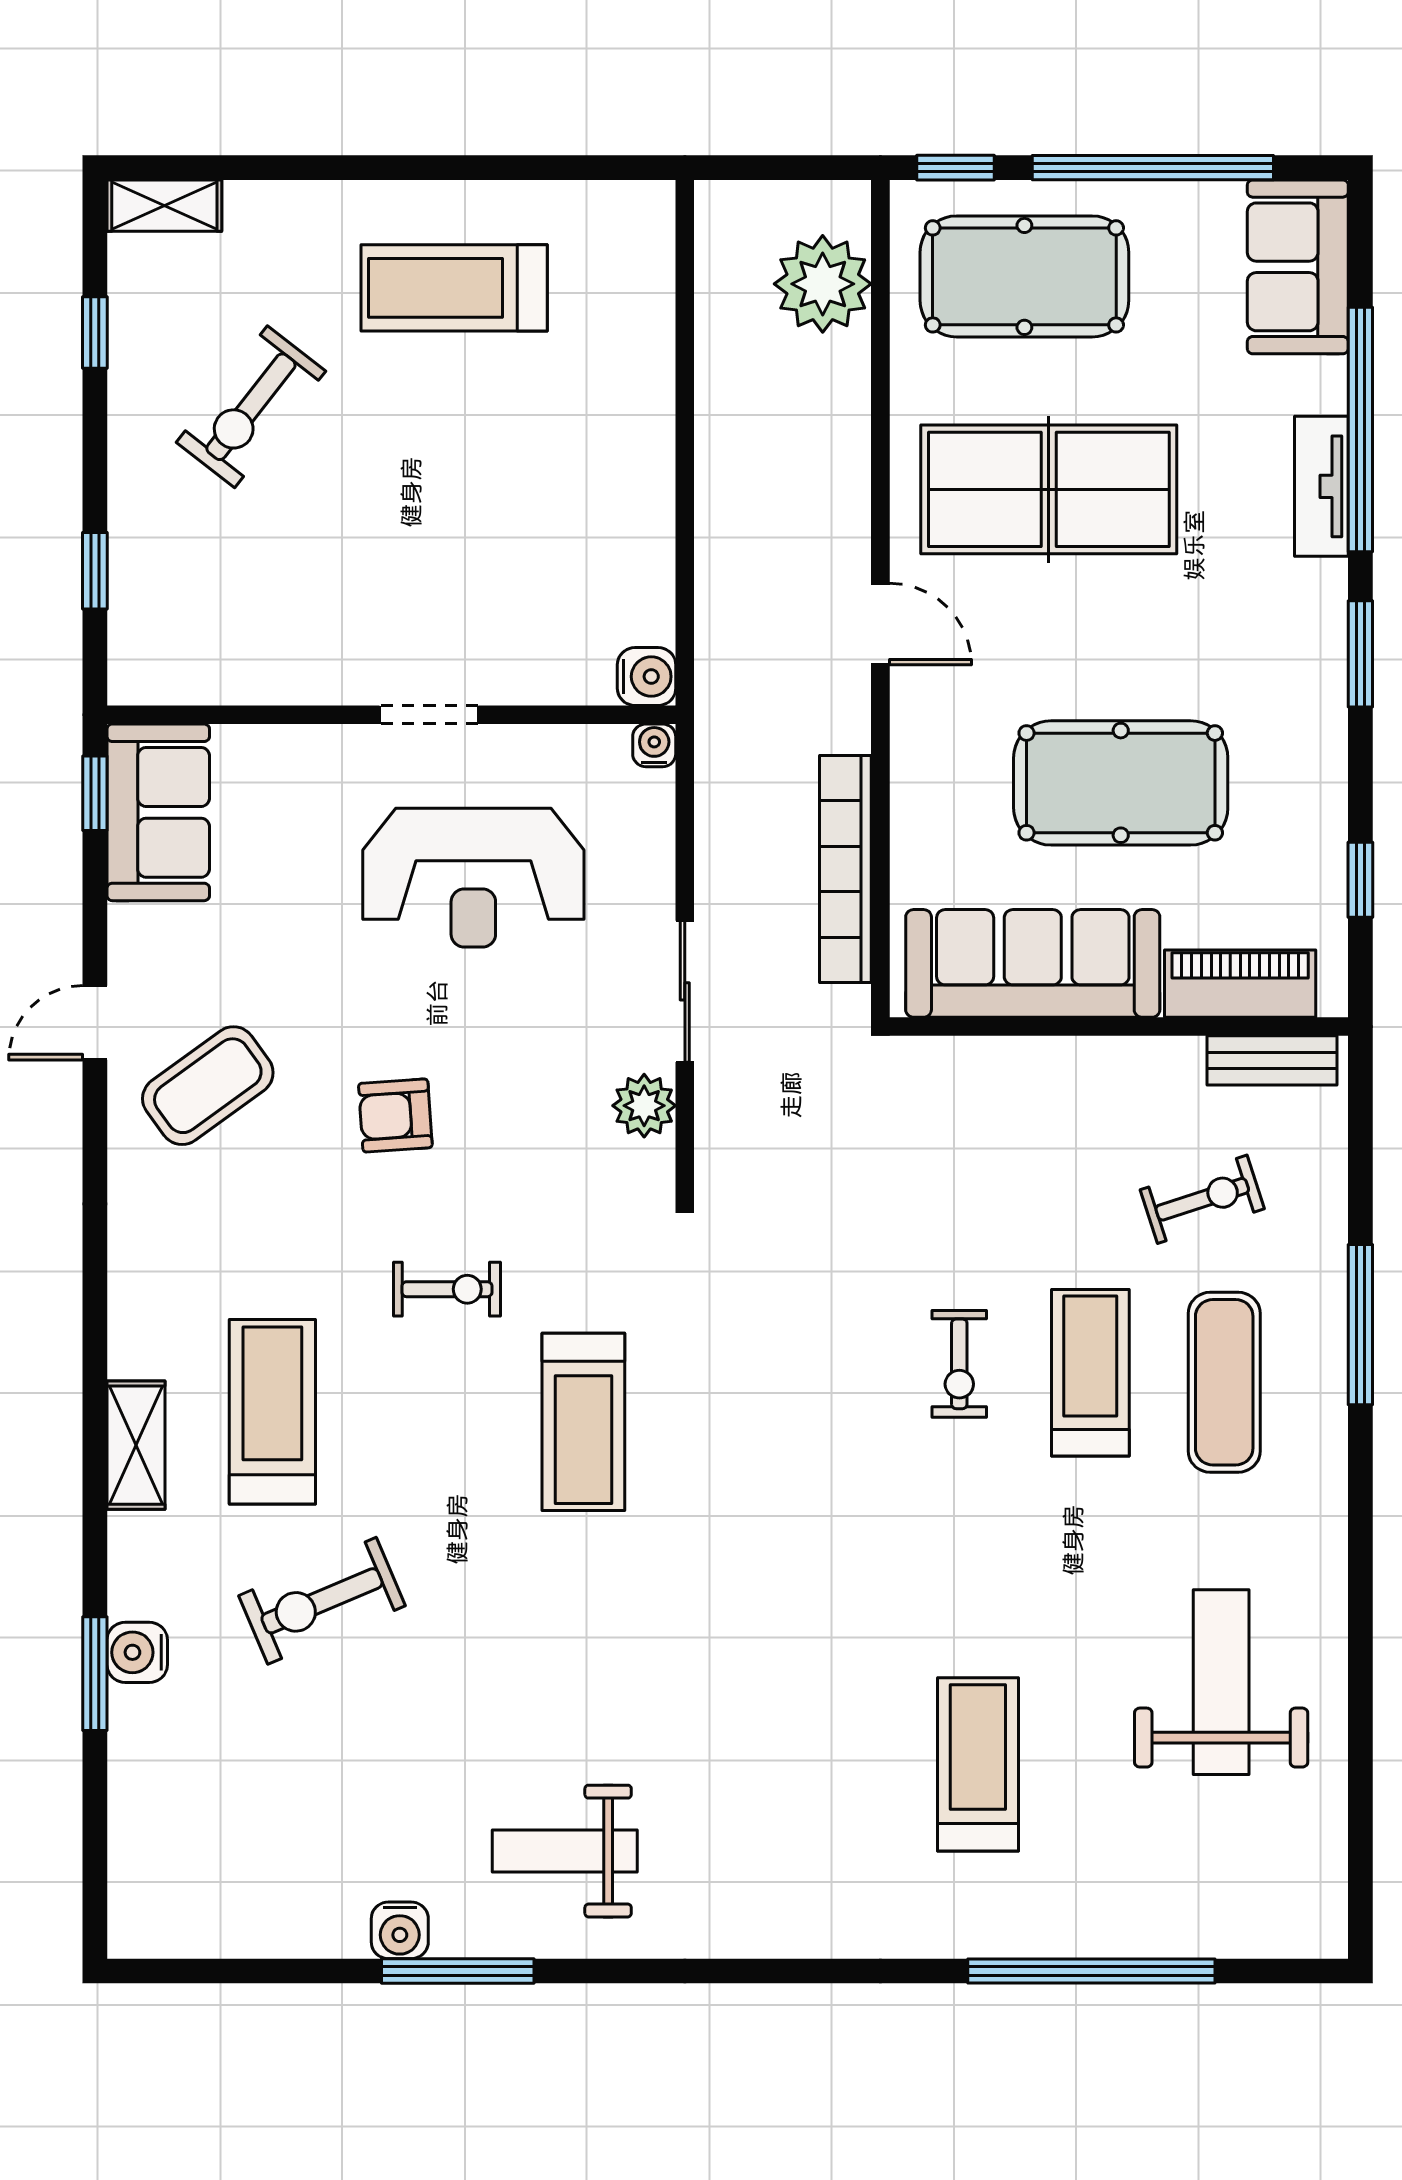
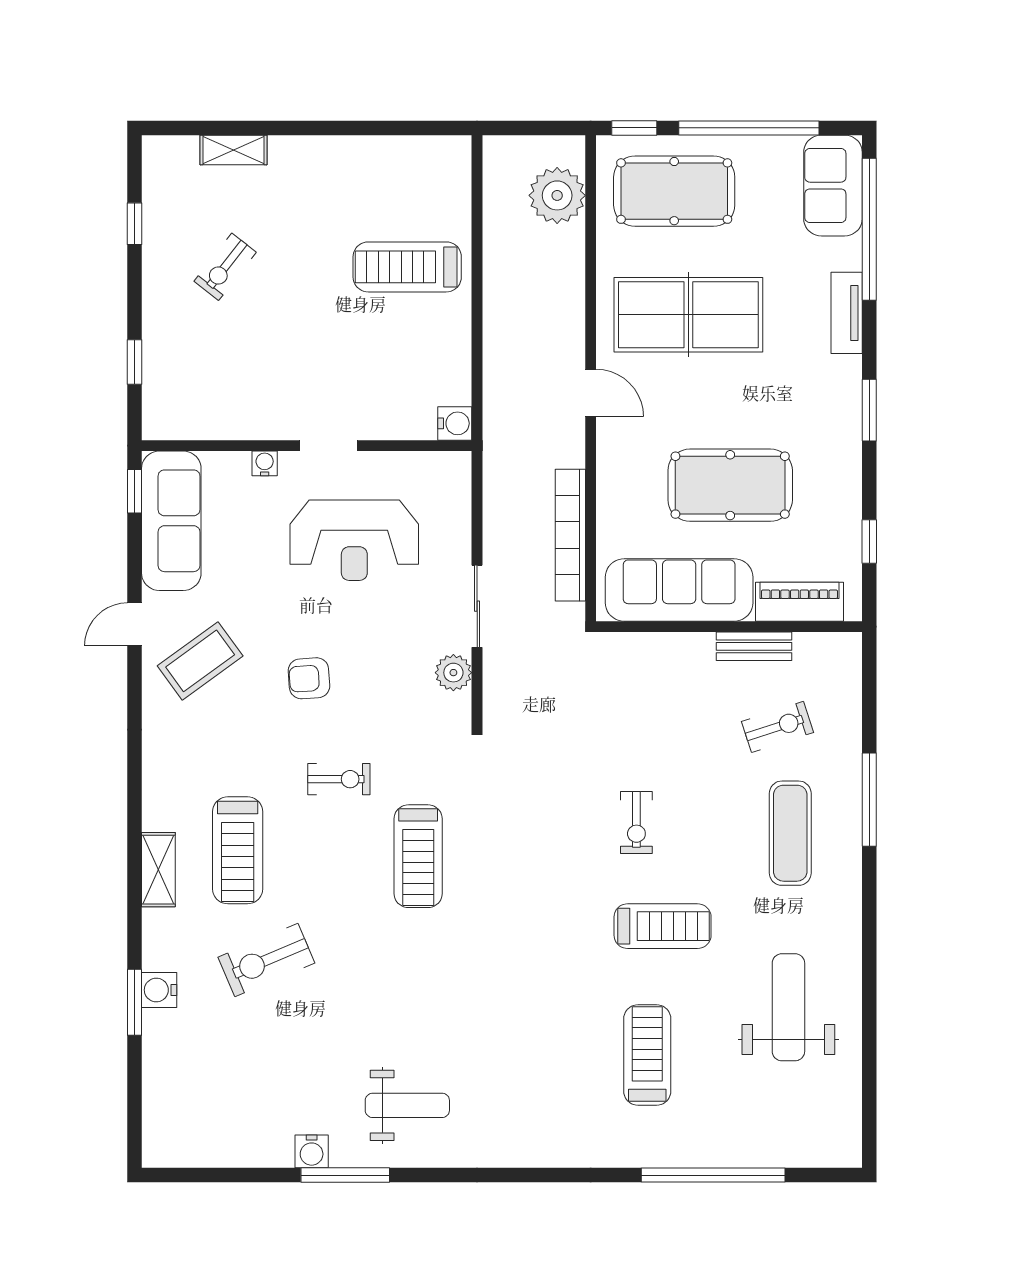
shelving: (164, 206) -> (234, 150), moved
treadmill: (454, 288) -> (407, 267), moved
exercise bike: (251, 407) -> (225, 267), width x0.73, depth x0.72
window: (1360, 430) -> (869, 229), moved
water cooler: (654, 745) -> (265, 463), moved
sofa: (158, 812) -> (171, 521), width x1.36
bench: (1272, 1060) -> (754, 646), moved
treadmill: (1090, 1373) -> (663, 926), moved, turned 90
treadmill: (272, 1412) -> (238, 850), turned 180
weight bench: (565, 1851) -> (407, 1105), turned 180

